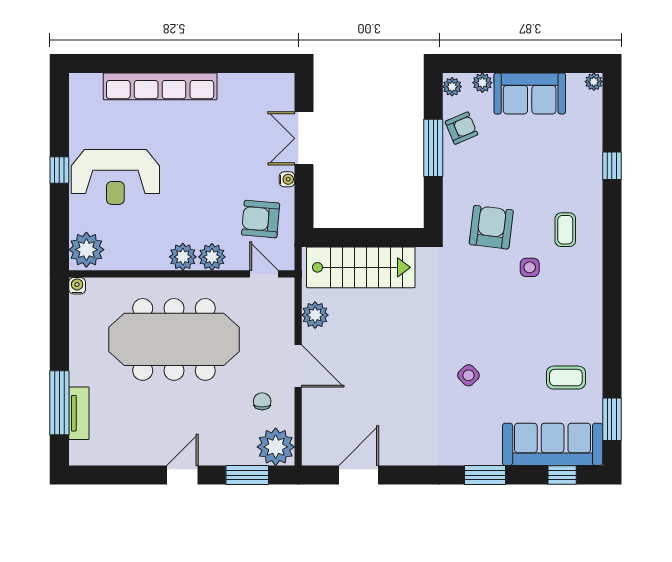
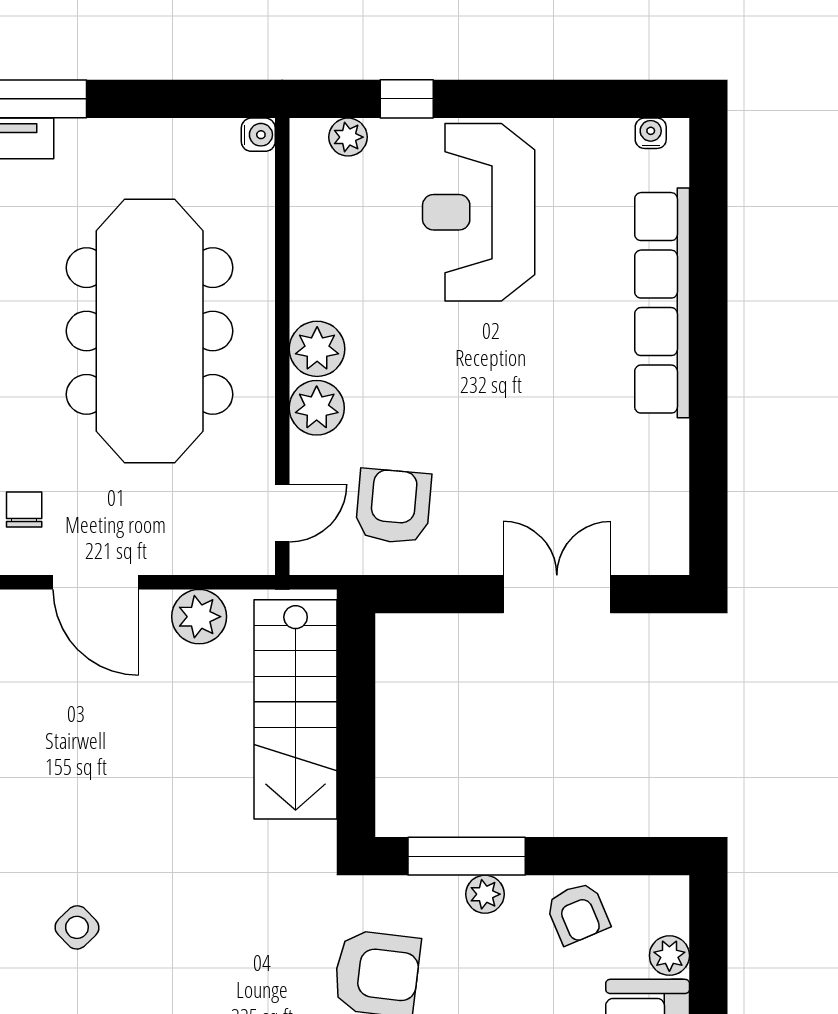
plant: (452, 87) -> (485, 894), moved
window: (433, 148) -> (467, 856), moved
window: (59, 170) -> (407, 99), moved
water cooler: (287, 179) -> (651, 133), moved, turned 180
plant: (86, 250) -> (348, 137), width x0.53, depth x0.53
door: (298, 366) -> (96, 582), hinge flipped
chair: (262, 401) -> (24, 509), turned -90

